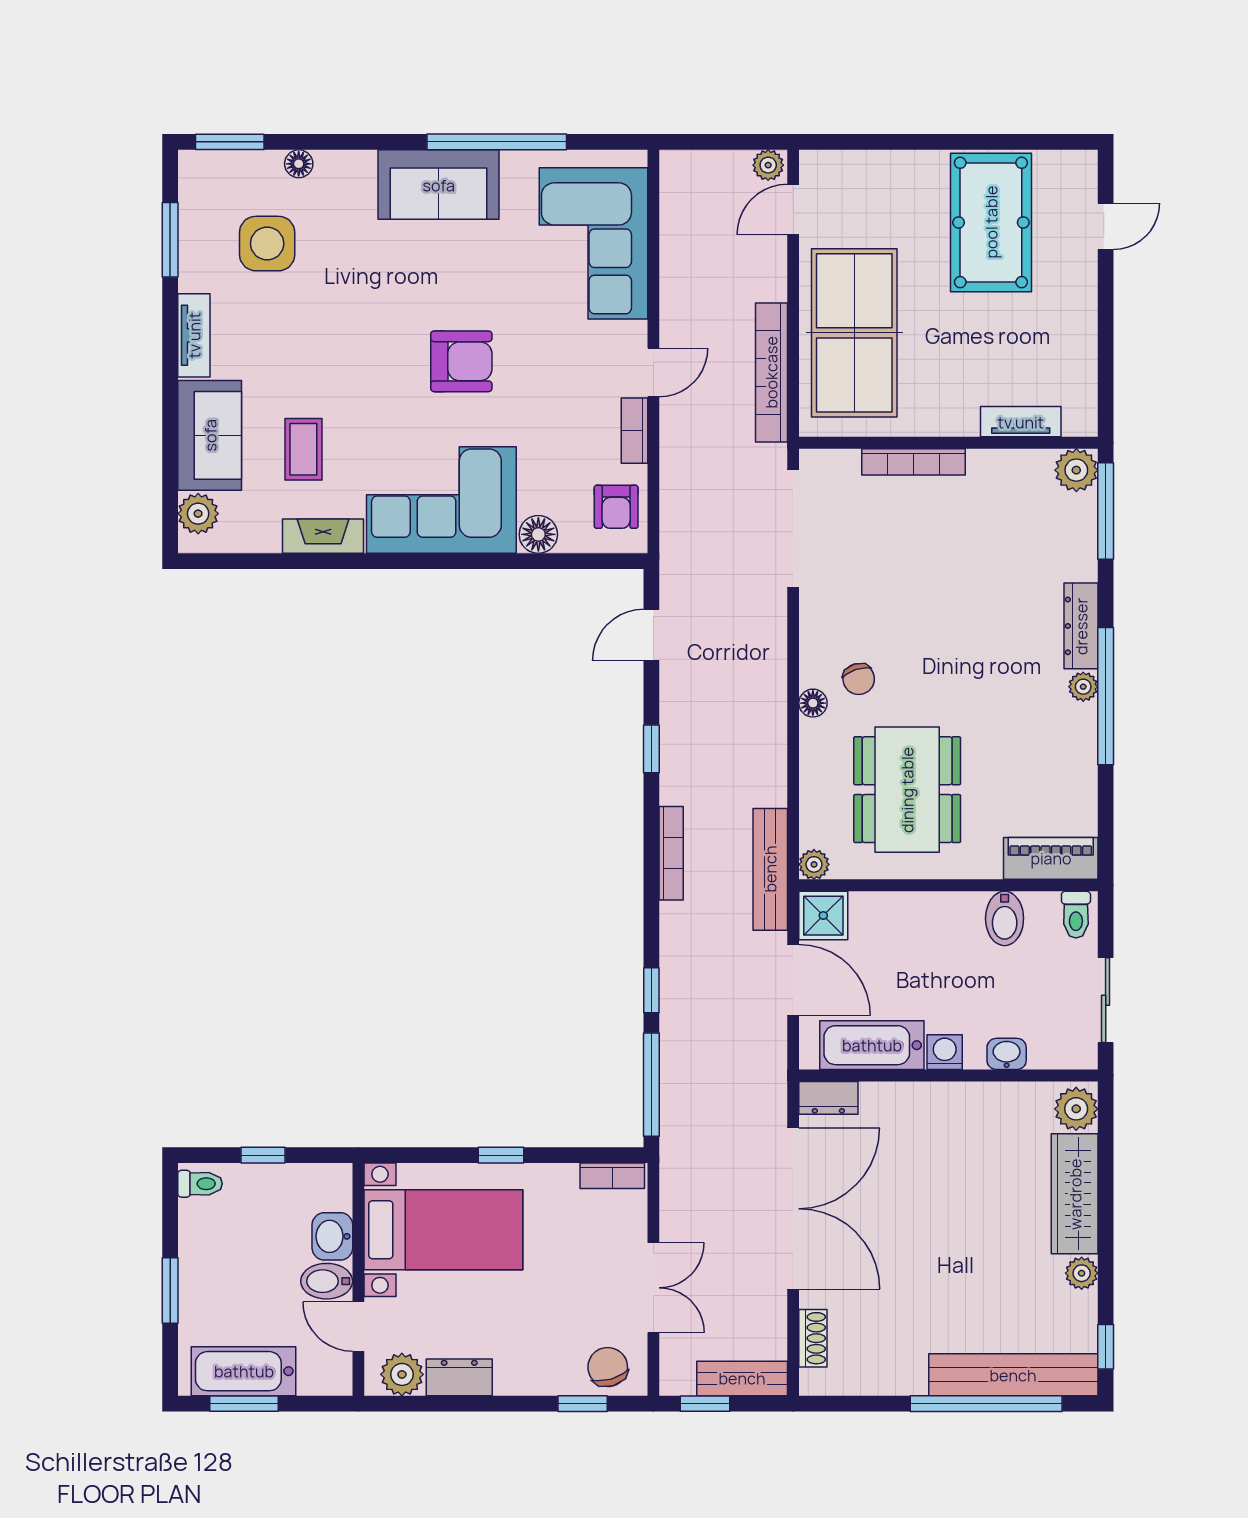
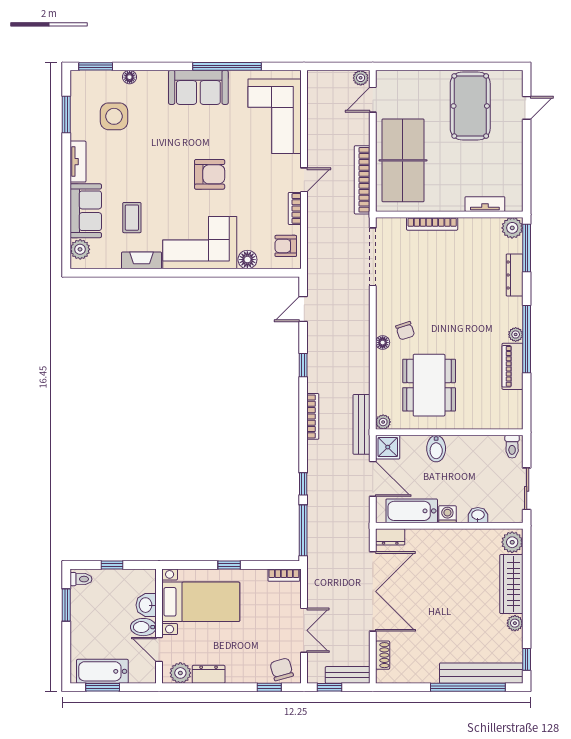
armchair: (616, 507) -> (286, 246), turned 90
dresser: (1081, 626) -> (515, 275), moved
piano: (1051, 858) -> (512, 366), moved, turned -90
bidet: (1005, 918) -> (436, 449), moved
window: (170, 1291) -> (66, 605), moved

